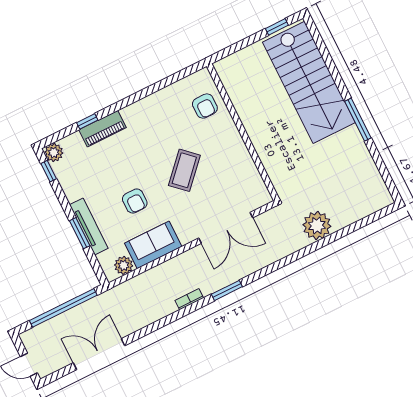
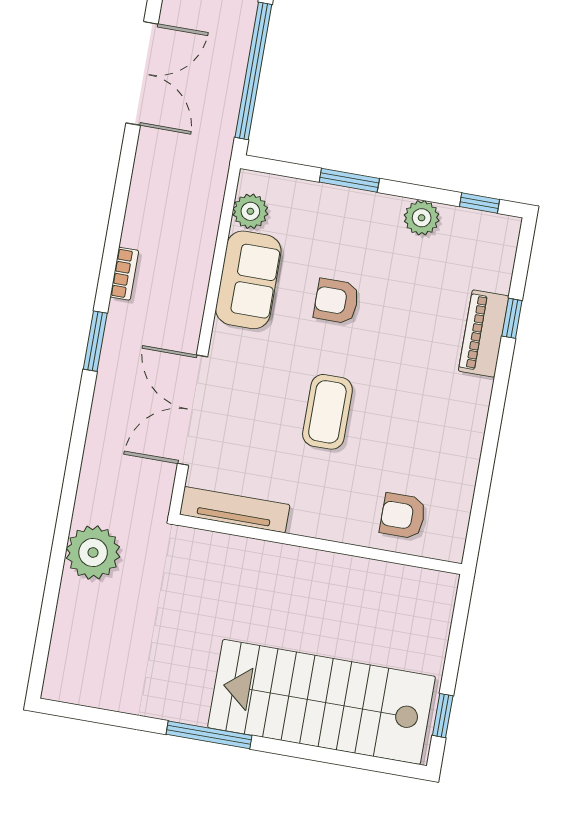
plant: (54, 153) -> (422, 218), moved
coffee table: (184, 170) -> (327, 412), turned 47
tv unit: (89, 227) -> (235, 510), moved, turned 180

